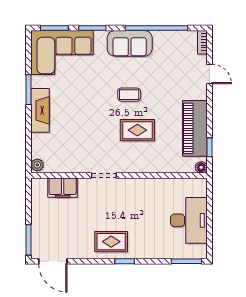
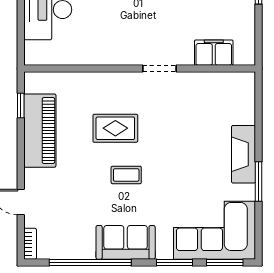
plant: (37, 165) -> (247, 83), removed
floor lamp: (201, 167) -> (31, 79), removed

